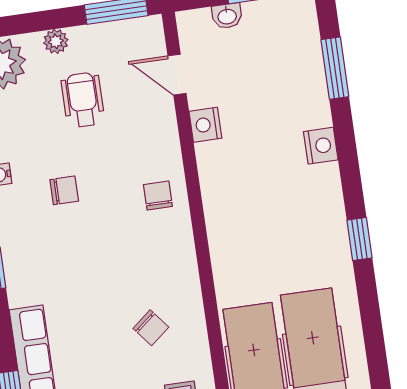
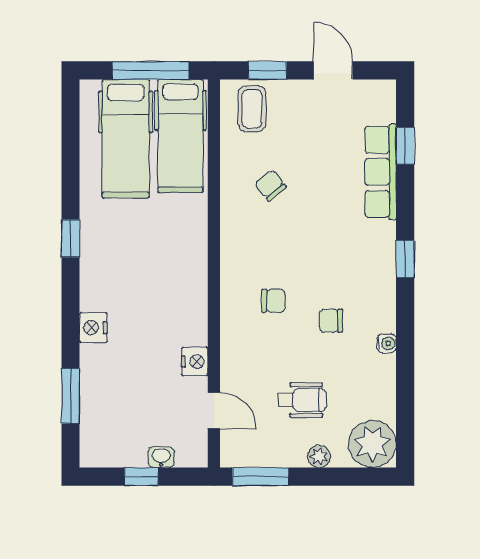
wheelchair: (83, 100) -> (302, 400), turned -90
chair: (158, 196) -> (274, 301), moved, turned -90

